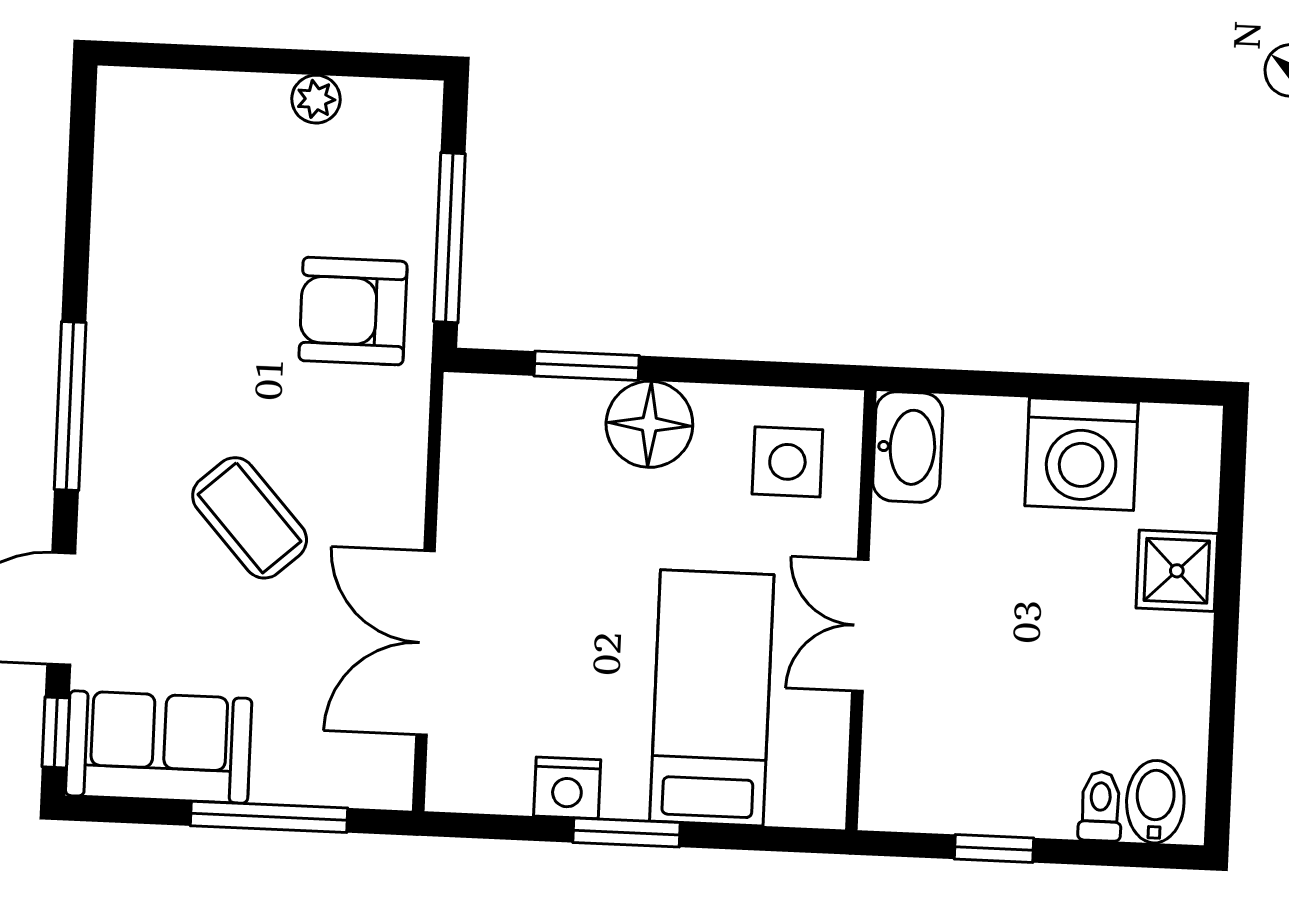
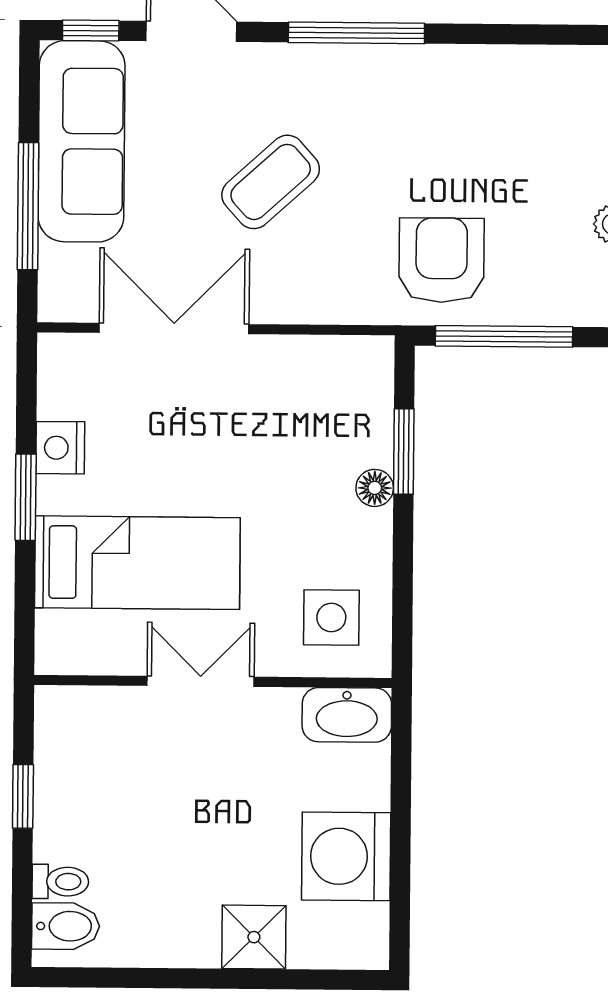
floor lamp: (649, 424) -> (375, 488), width x0.53, depth x0.53
sofa: (159, 747) -> (82, 141), width x1.36

